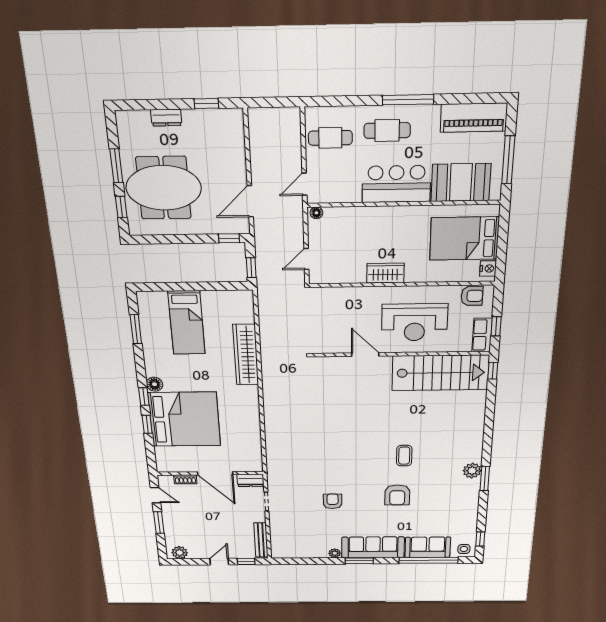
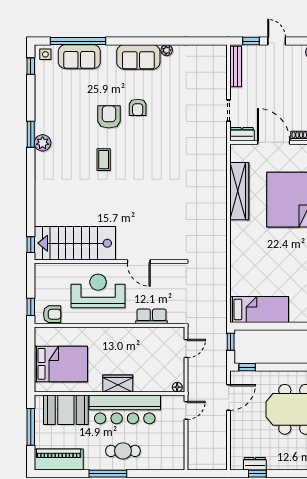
dresser: (166, 118) -> (255, 464), moved
cafe table: (330, 138) -> (166, 446), removed
bar counter: (396, 184) -> (125, 409), width x1.36
nightstand: (488, 269) -> (41, 338), removed
wardrobe: (385, 273) -> (118, 383), moved, turned 180
armchair: (472, 296) -> (52, 314), turned 180
bed: (187, 323) -> (259, 309), moved, turned 90
window: (496, 326) -> (31, 307), moved
row of seats: (482, 335) -> (151, 316), moved, turned -90
wardrobe: (246, 355) -> (239, 191), moved
armchair: (333, 501) -> (138, 107), moved
sofa: (373, 547) -> (138, 57), width x0.73
window: (359, 561) -> (144, 41), removed
door: (219, 562) -> (277, 41), swing flipped

